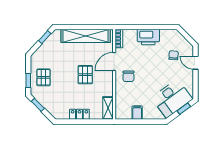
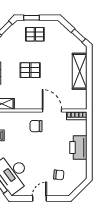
shelving: (86, 36) -> (80, 71), width x0.68
door: (196, 63) -> (39, 199), moved
pallet: (85, 75) -> (30, 70), moved

